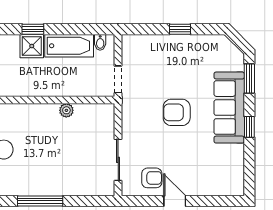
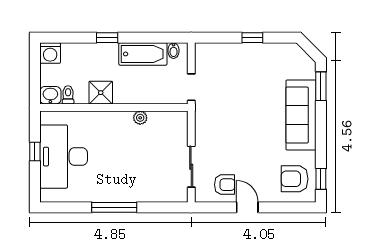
shower: (32, 46) -> (101, 93), moved
armchair: (177, 112) -> (295, 179), moved
window: (249, 127) -> (321, 179), moved

